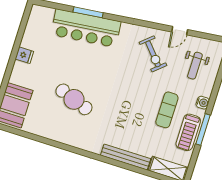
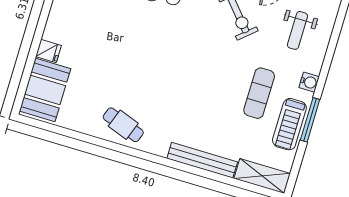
fridge: (24, 55) -> (48, 51), moved
cafe table: (74, 99) -> (123, 125), moved, width x0.73, depth x0.74

